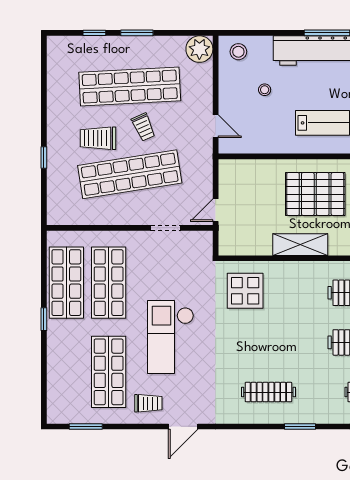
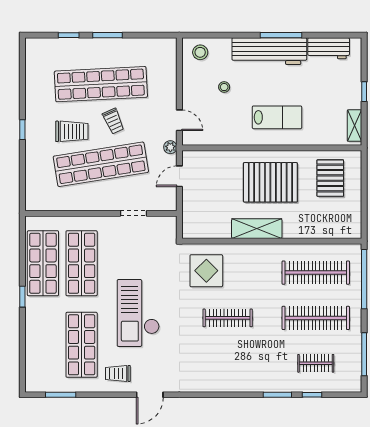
plant: (199, 49) -> (170, 147), moved, width x0.53, depth x0.53
trolley: (98, 138) -> (72, 131), turned 180
window: (44, 158) -> (22, 130), moved
door: (216, 210) -> (179, 176), moved
clothes rail: (268, 392) -> (228, 318), moved
trolley: (148, 403) -> (118, 373), turned 180
window: (300, 426) -> (277, 395), moved

